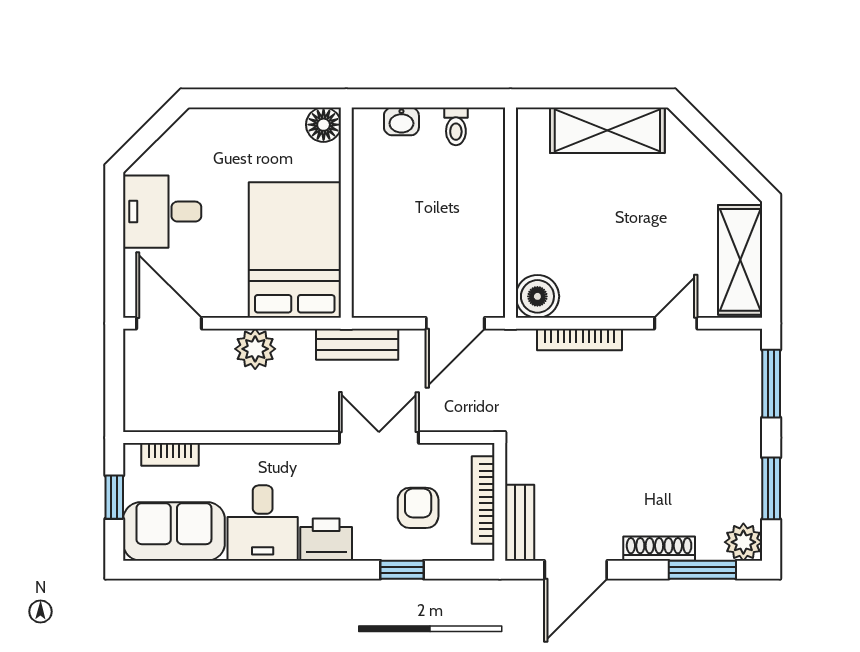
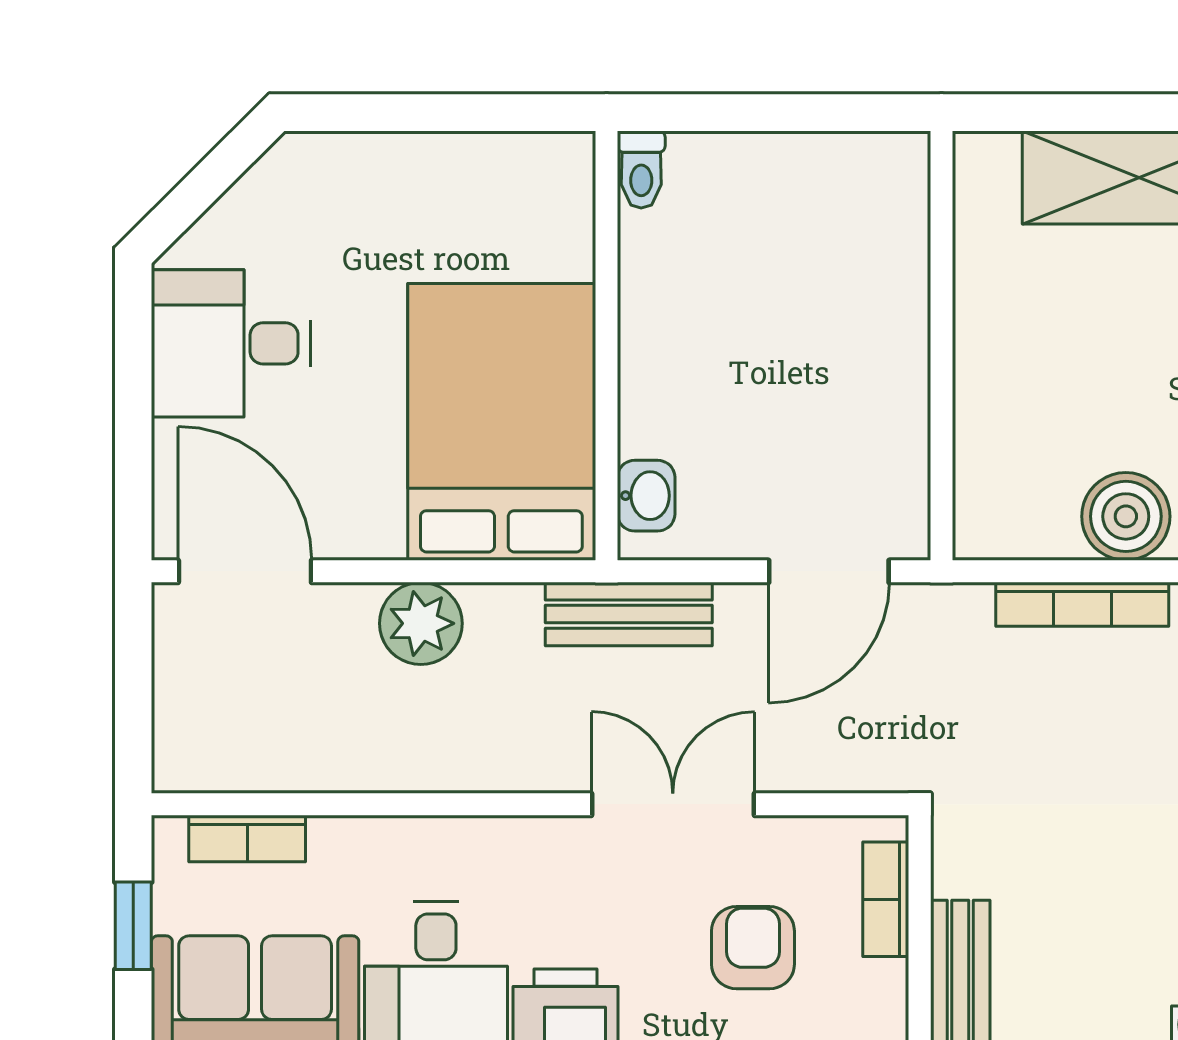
washbasin: (401, 121) -> (646, 496), moved, turned -90
floor lamp: (324, 125) -> (560, 166), removed
toilet: (456, 126) -> (641, 170), moved
boiler: (537, 296) -> (1126, 516), moved
bookcase: (483, 500) -> (886, 899), width x0.64

